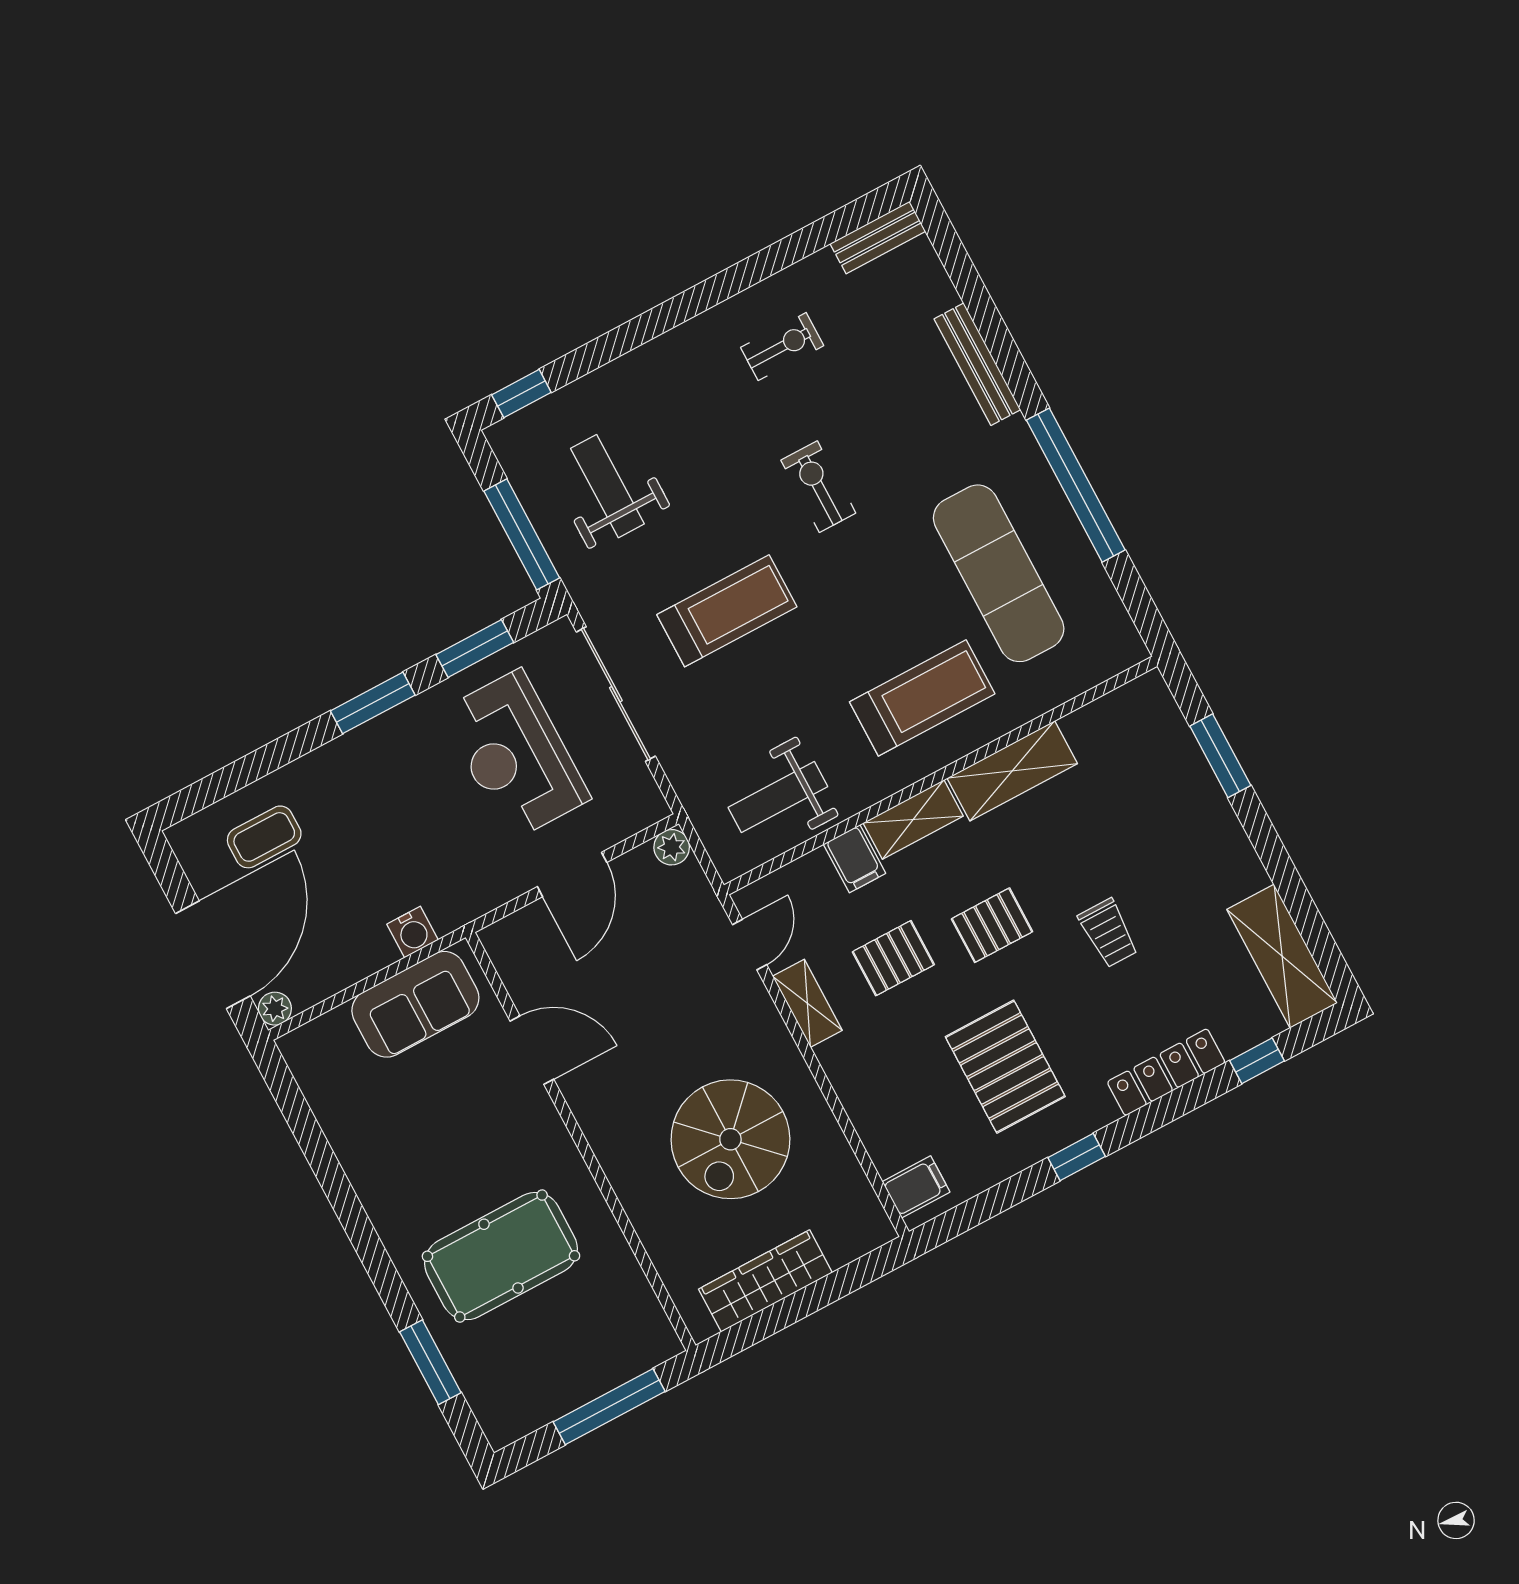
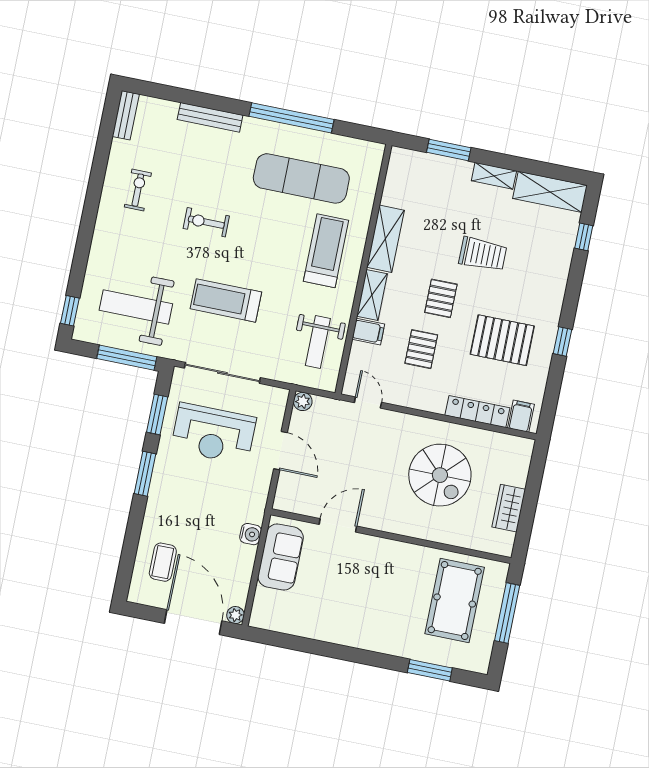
weight bench: (607, 486) -> (136, 307), width x1.36, depth x1.33
treadmill: (727, 611) -> (226, 300), turned -90
trolley: (1108, 933) -> (483, 254), width x1.36, depth x1.39
shelving: (807, 1003) -> (494, 176), moved
locker: (1166, 1072) -> (477, 412), moved, turned 90
pool table: (501, 1256) -> (455, 600), moved
wardrobe: (765, 1281) -> (509, 508), width x0.67

